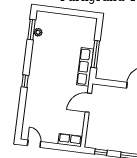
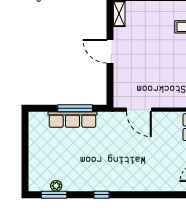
row of seats: (85, 67) -> (72, 120), moved
window: (25, 81) -> (101, 195), moved

